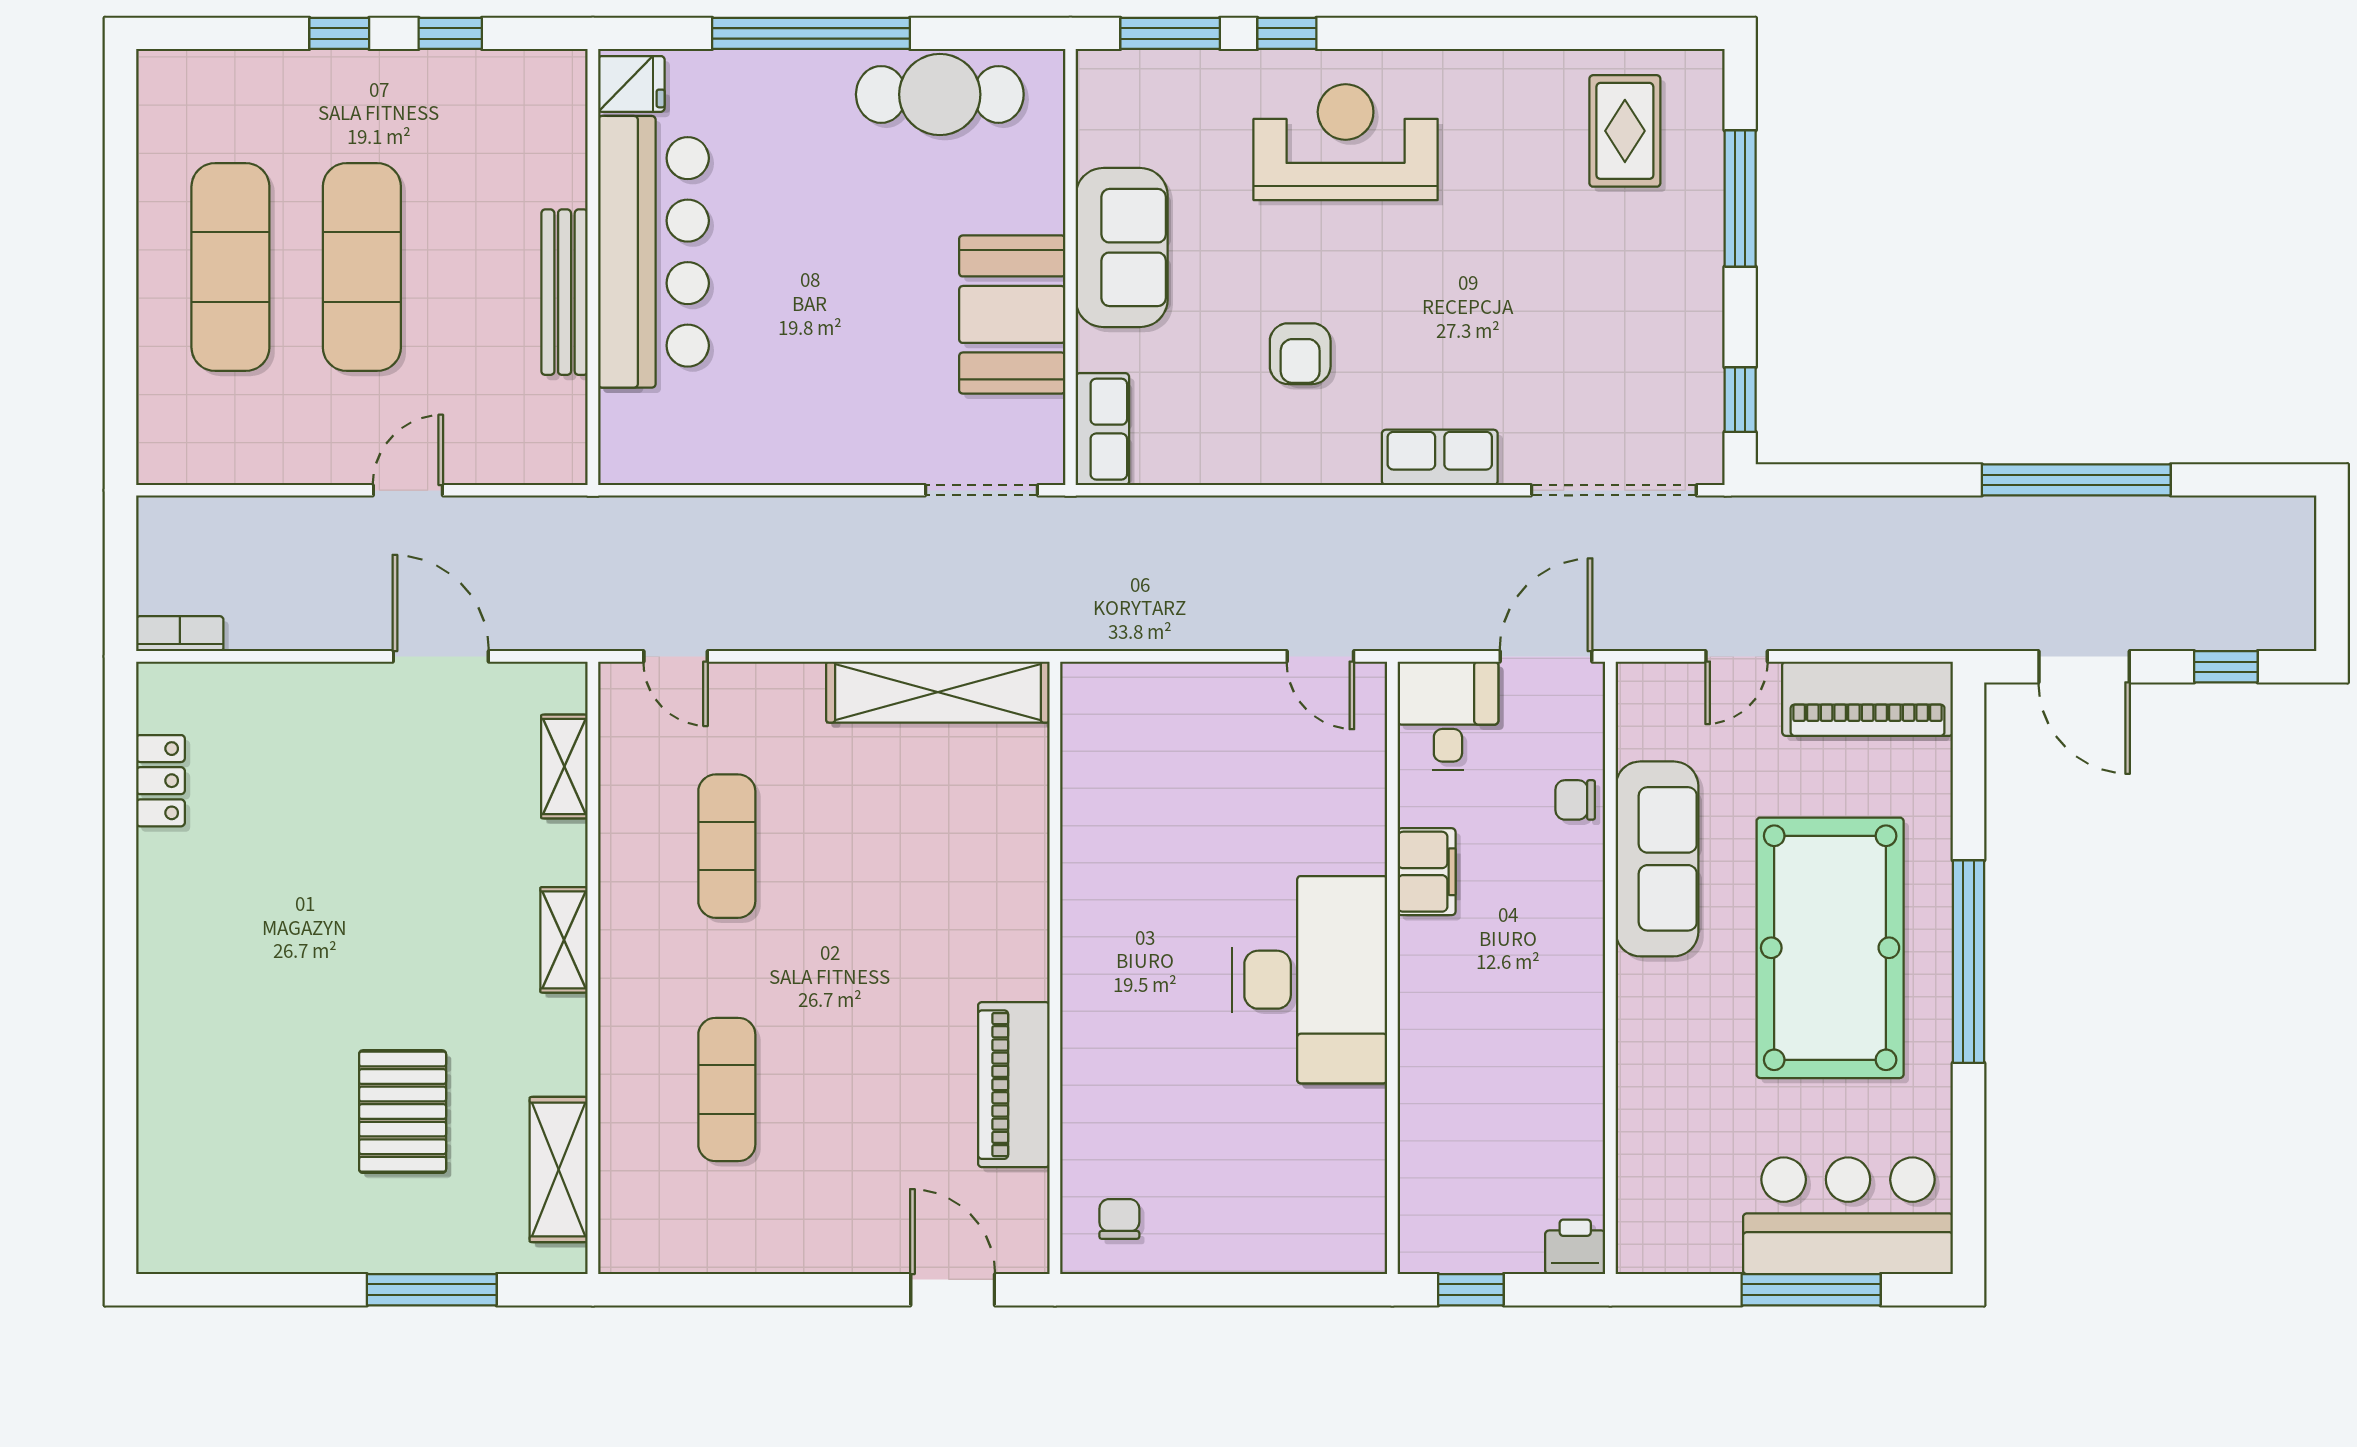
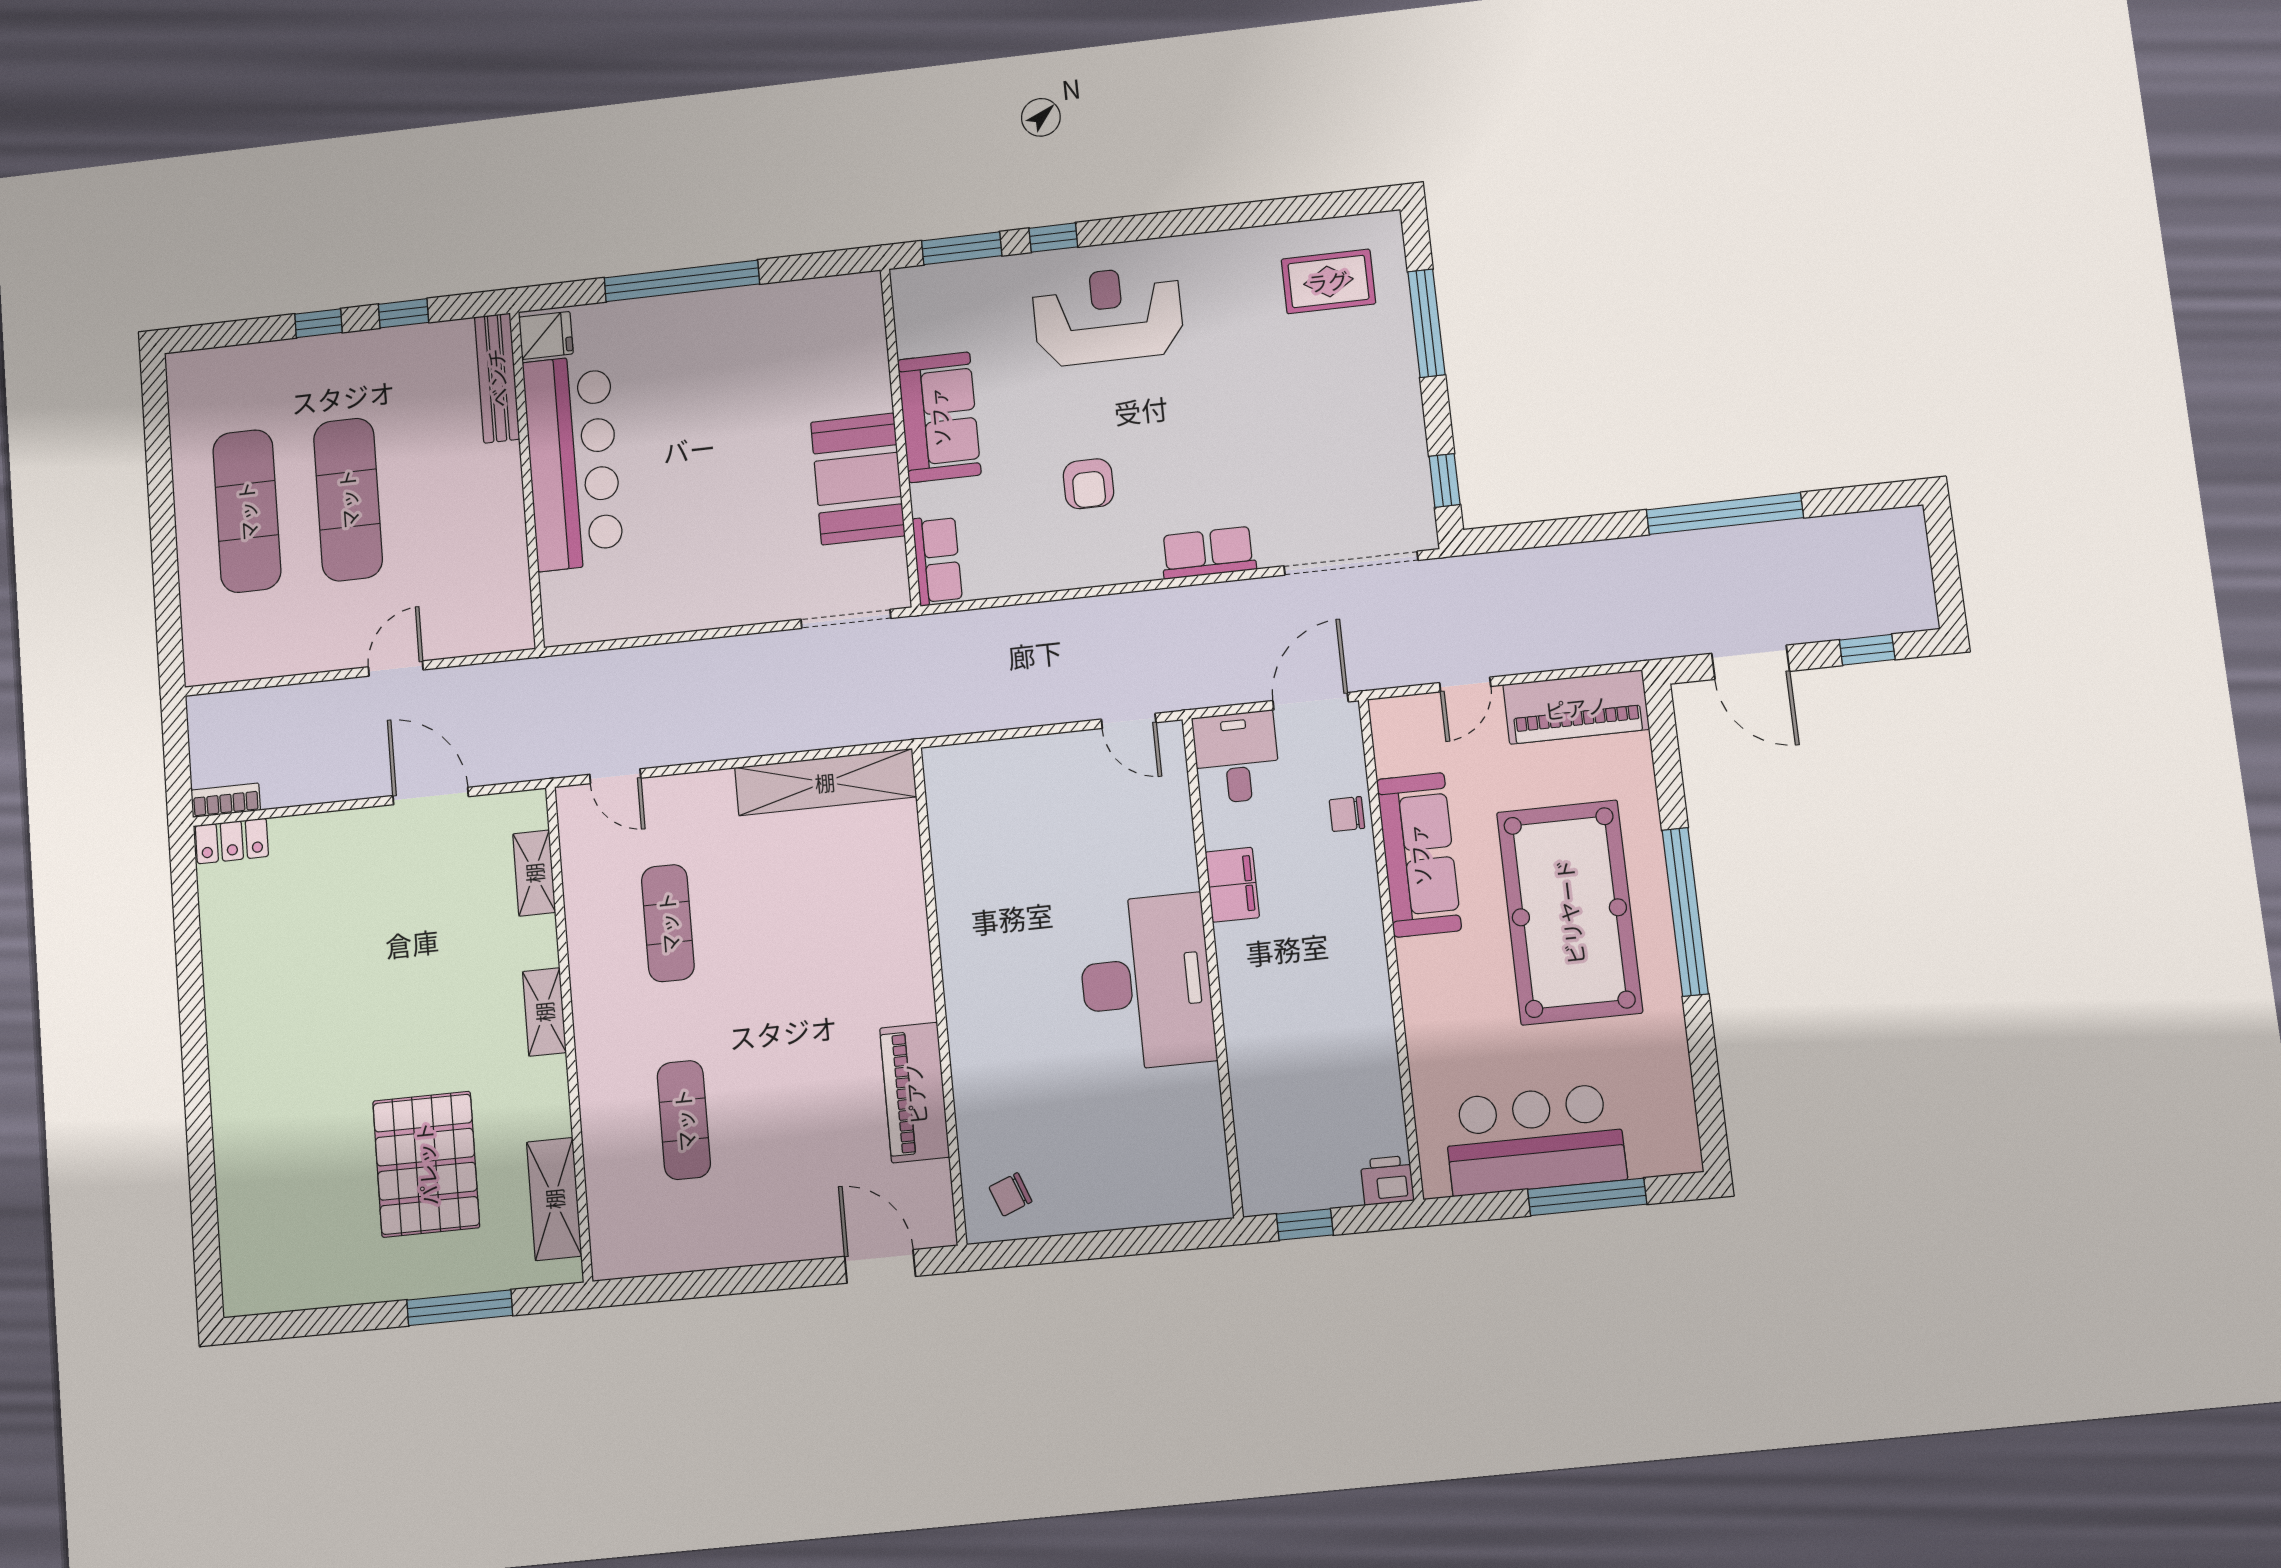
cafe table: (940, 94) -> (786, 316), removed
rug: (1625, 131) -> (1328, 281), turned 90
bench: (565, 292) -> (497, 378), moved
locker: (160, 781) -> (232, 841), moved, turned 90
pallet: (403, 1112) -> (426, 1164), width x1.37, depth x1.41
bar counter: (1848, 1216) -> (1535, 1140), moved
chair: (1119, 1219) -> (1010, 1194), turned -111

